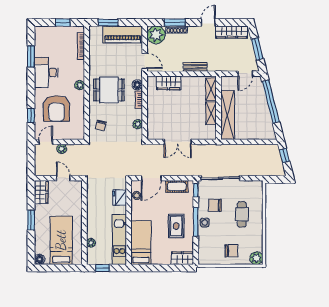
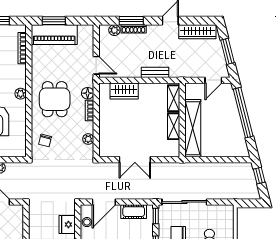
piano: (123, 34) -> (54, 35), moved
plant: (156, 35) -> (114, 30), width x0.53, depth x0.53
dining table: (109, 90) -> (55, 99), turned 90

